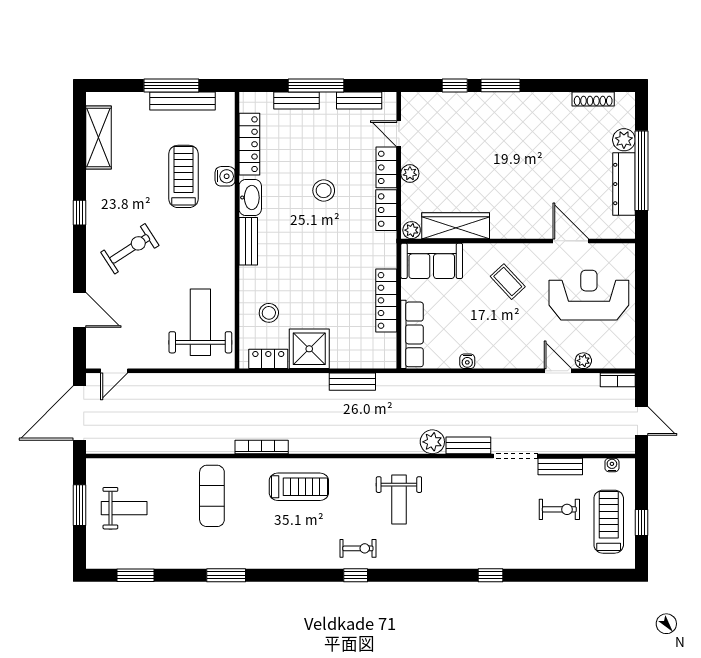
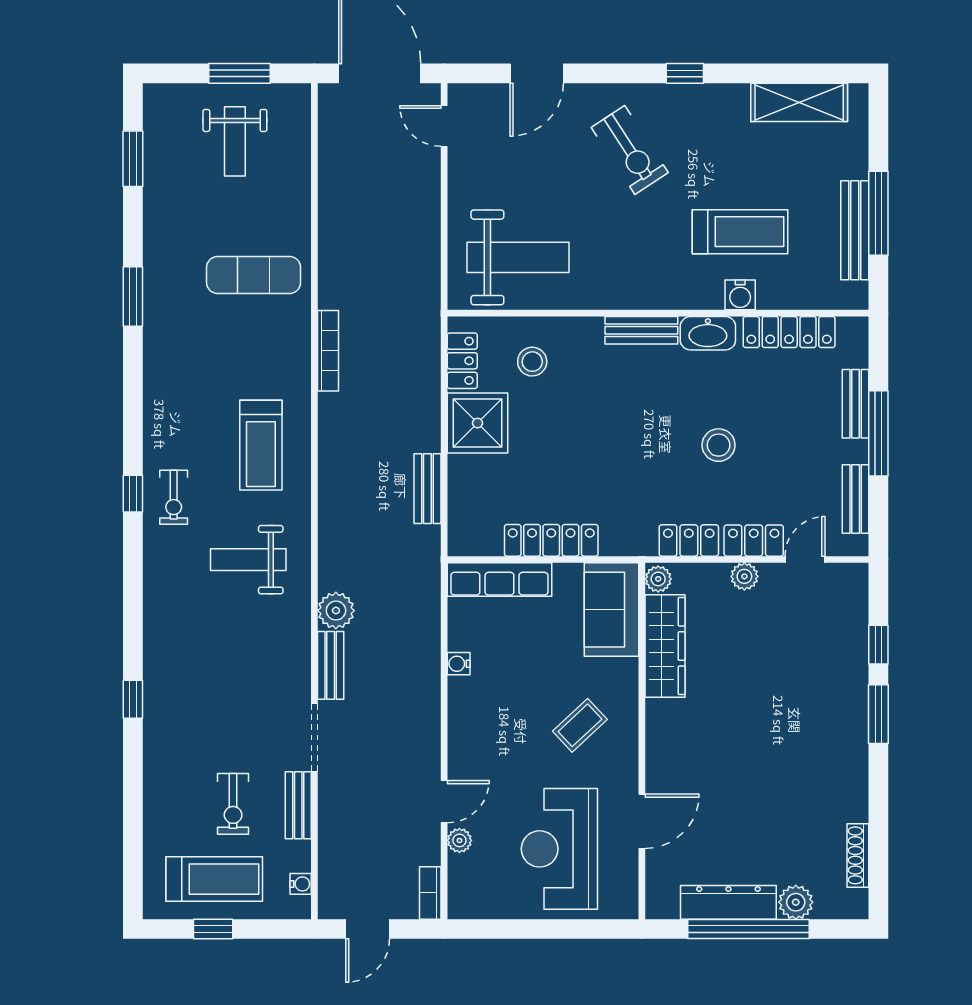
reception desk: (589, 295) -> (559, 849), turned 180
treadmill: (299, 487) -> (261, 445), moved

